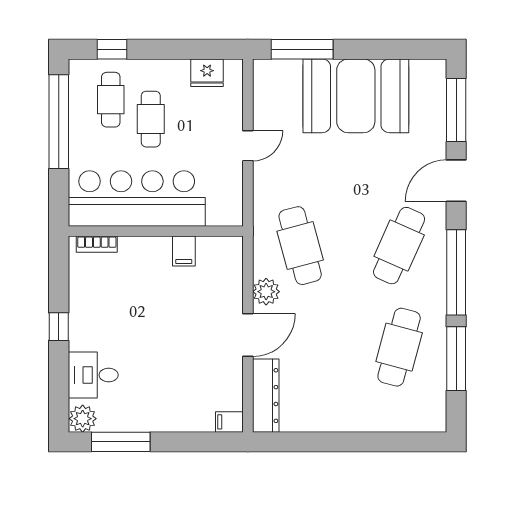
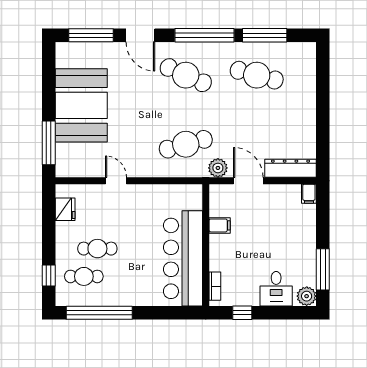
bar counter: (137, 199) -> (183, 258), moved
wall: (156, 231) -> (206, 245), moved
bookcase: (97, 244) -> (215, 286), moved
filing cabinet: (184, 251) -> (220, 225), moved

